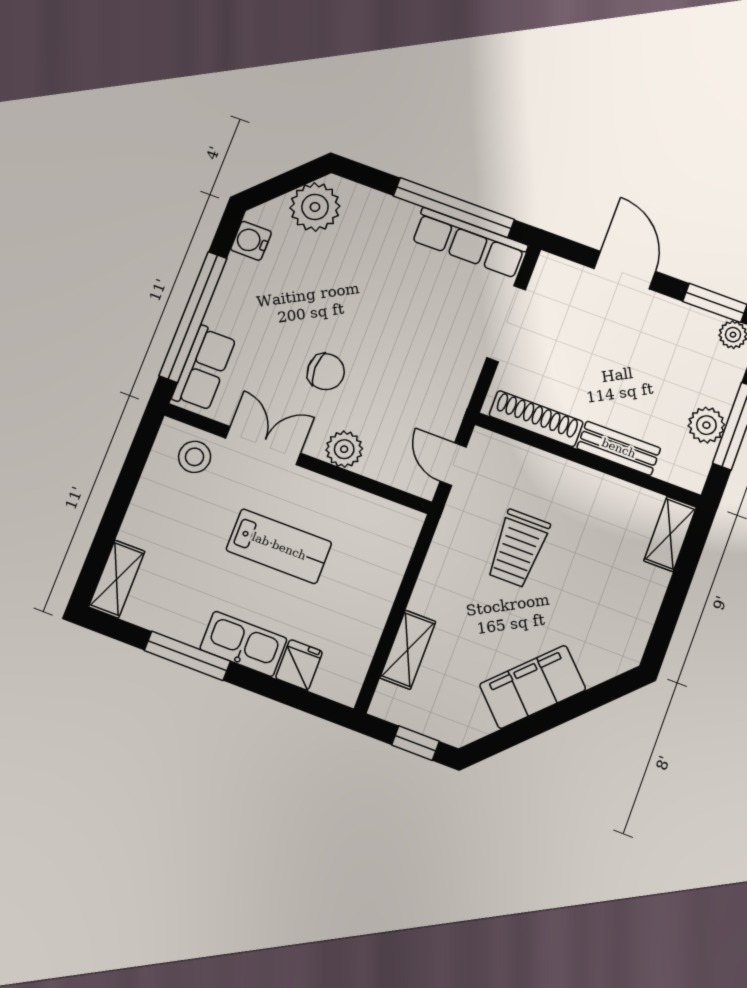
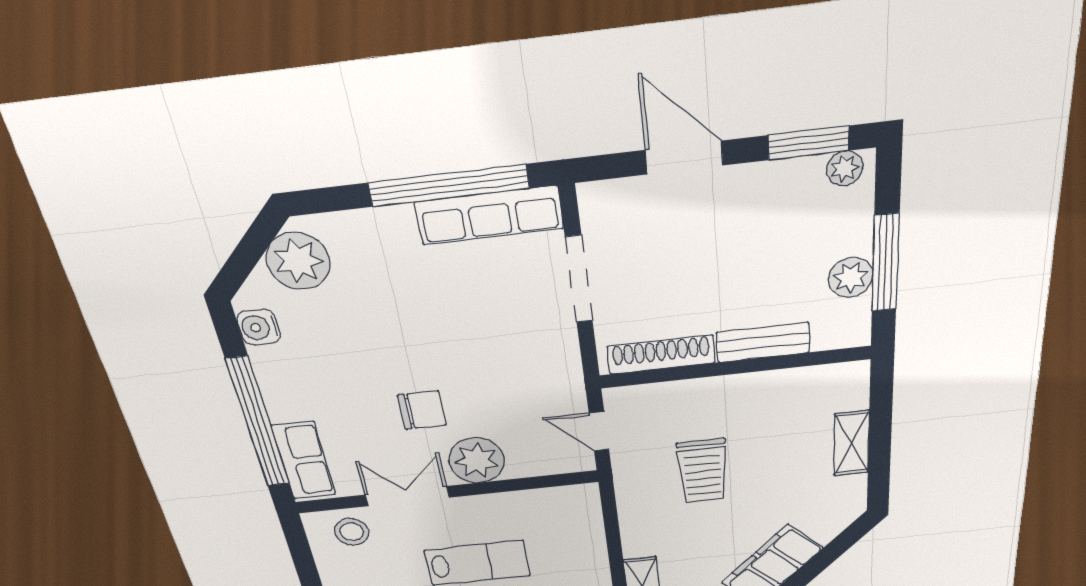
plant: (344, 449) -> (477, 460), width x1.36, depth x1.36
shelving: (670, 534) -> (852, 443), moved

